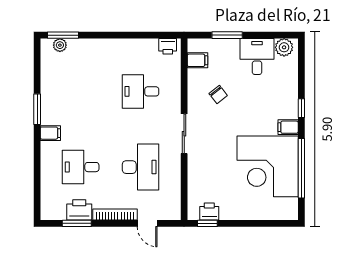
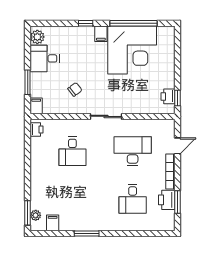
filing cabinet: (197, 60) -> (36, 106), moved
filing cabinet: (50, 133) -> (53, 223), moved

